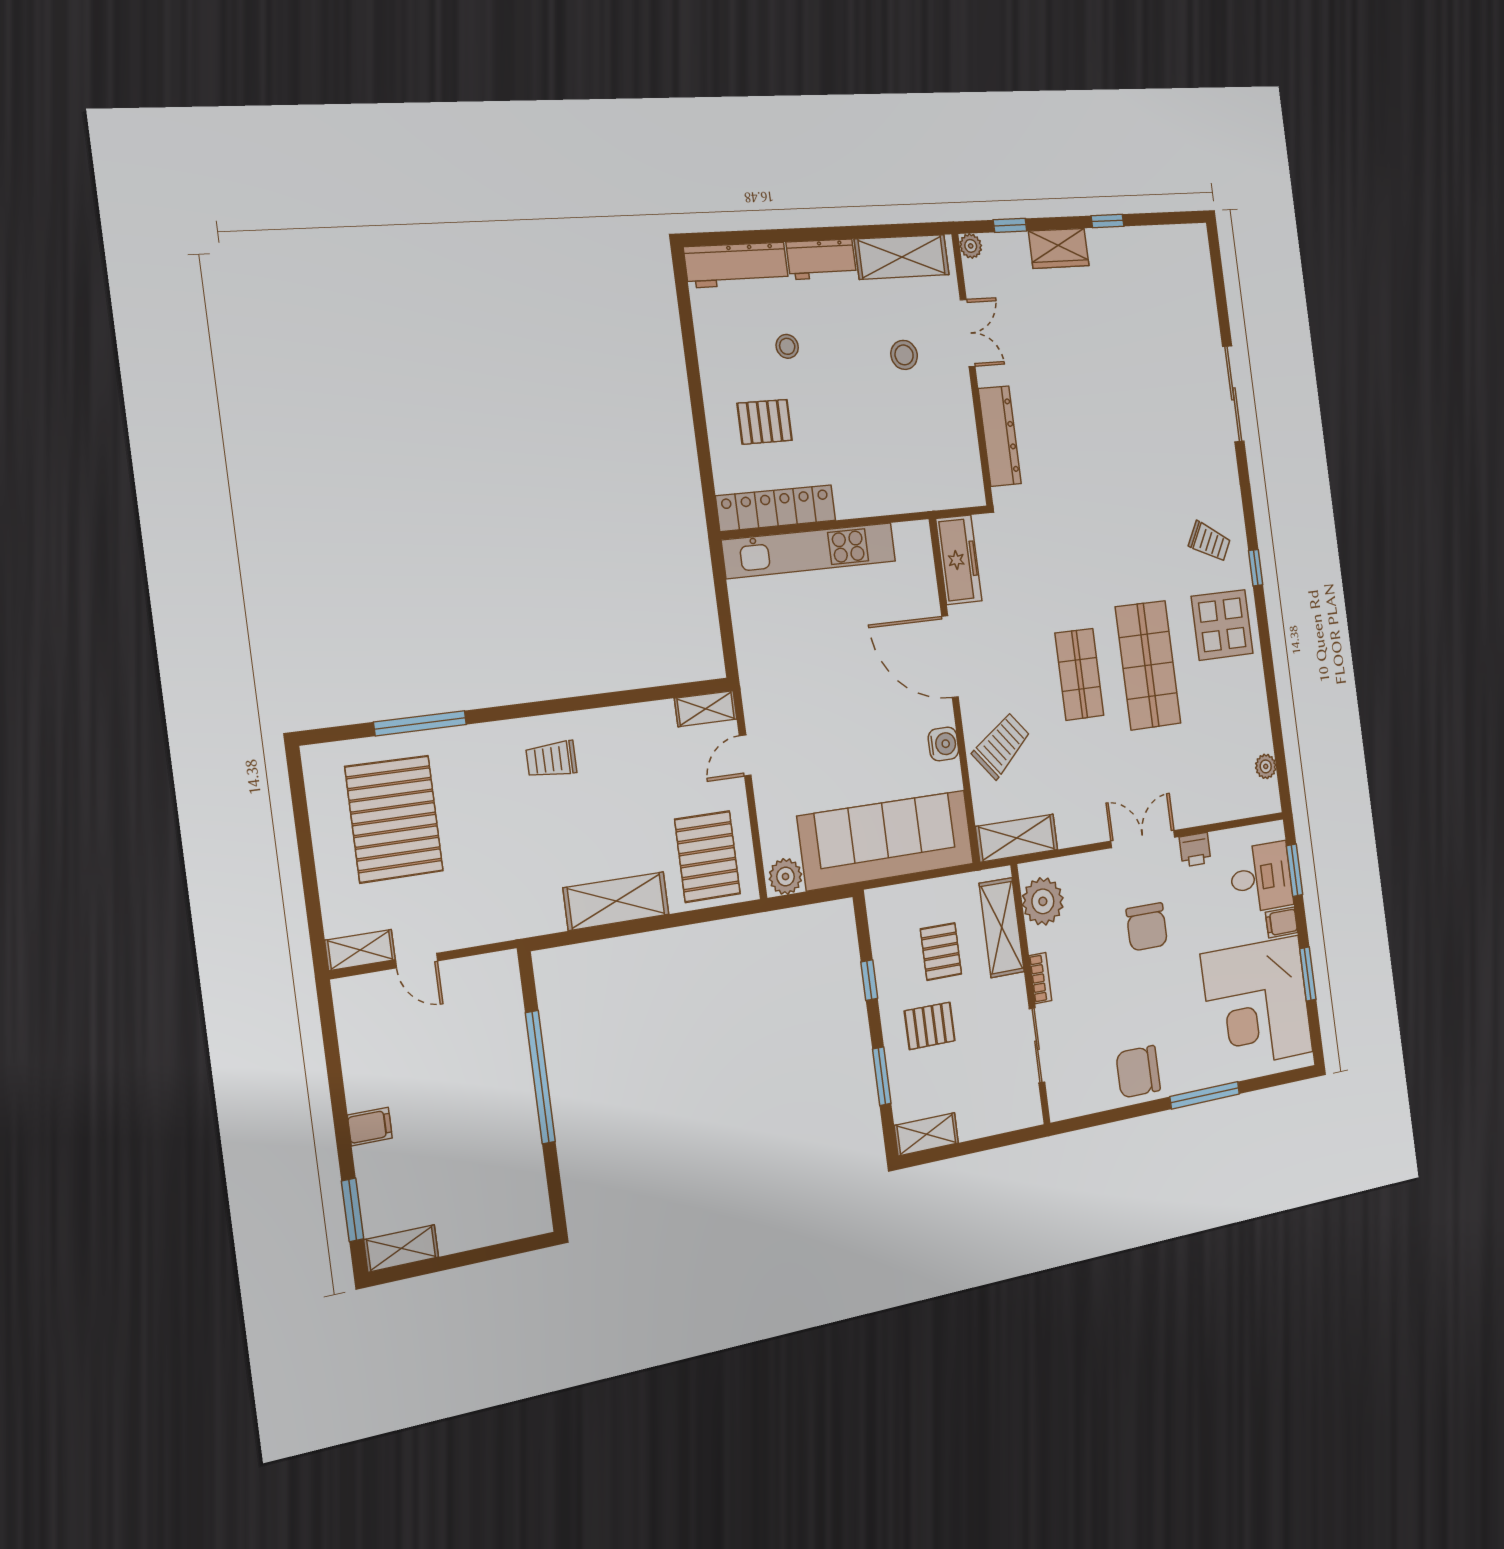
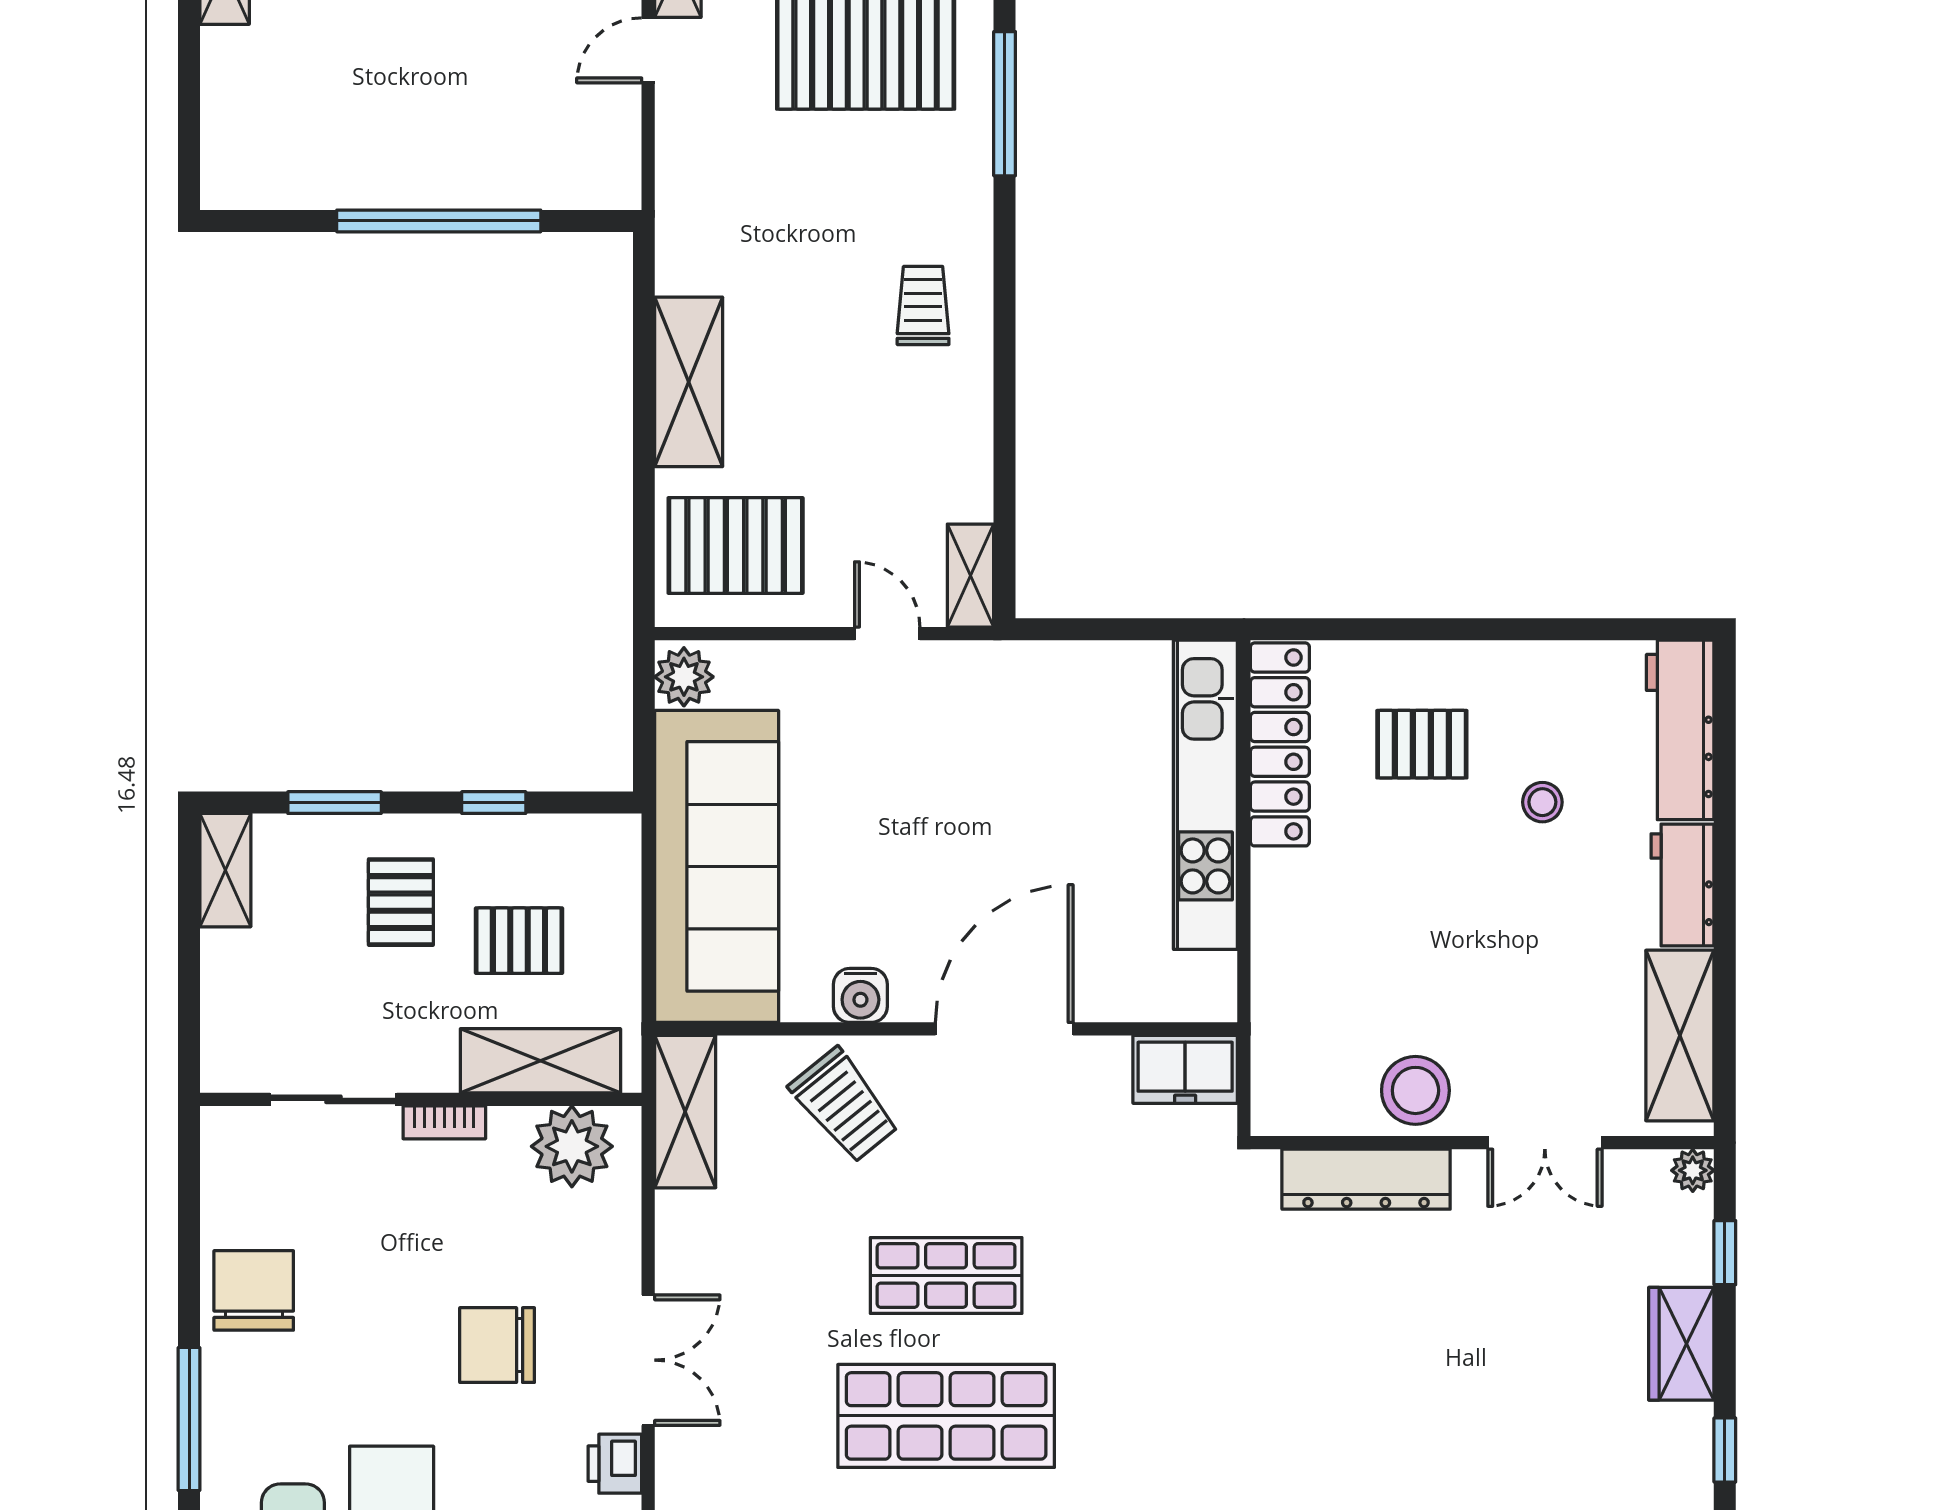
stool: (904, 355) -> (1415, 1090), moved, width x1.38, depth x1.38
pallet: (765, 422) -> (1422, 744), turned 90
freezer: (959, 560) -> (1185, 1069), width x0.71

